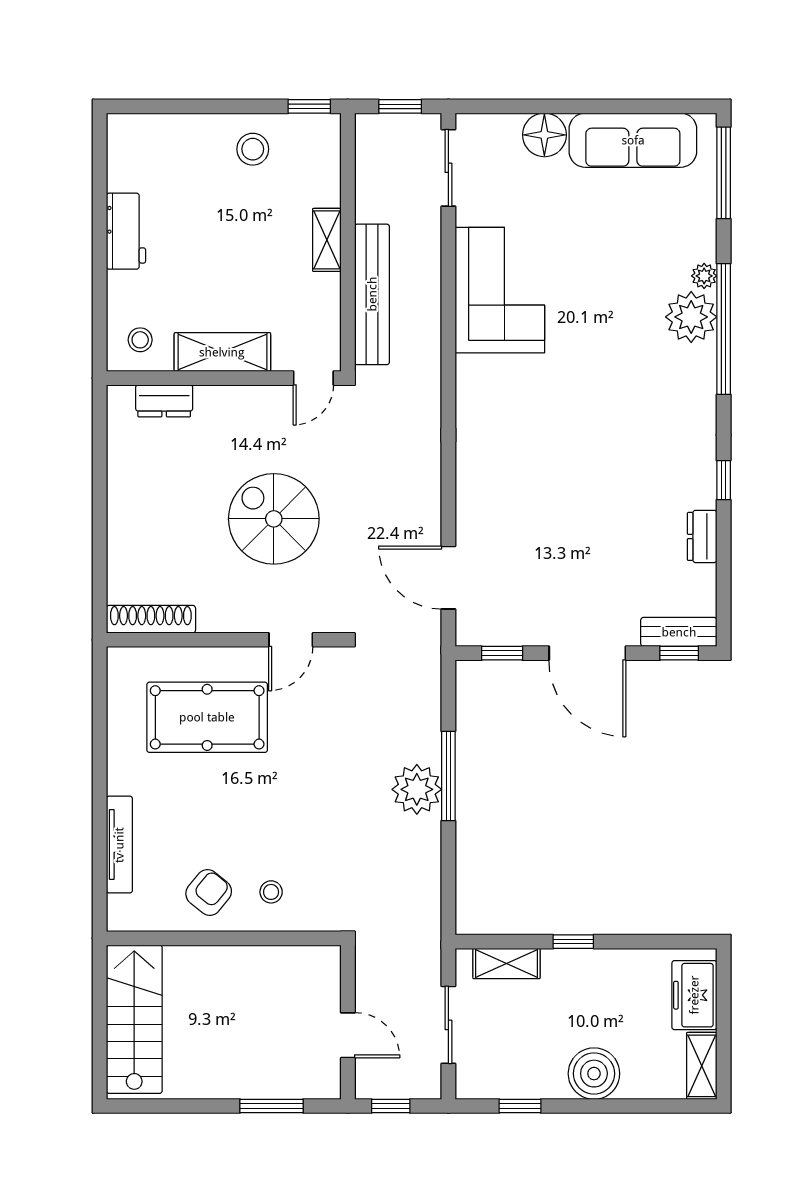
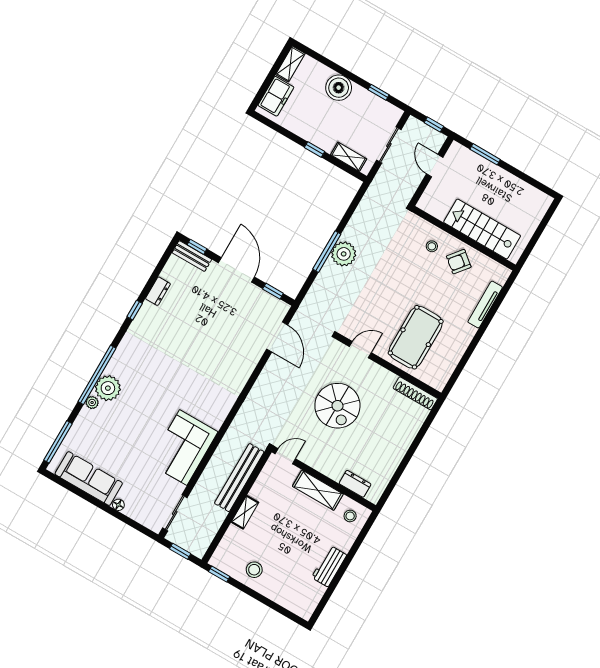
floor lamp: (544, 135) -> (118, 505), width x0.53, depth x0.53
pool table: (207, 717) -> (416, 337), turned 90
stairs: (134, 1019) -> (482, 229), moved, turned 90

